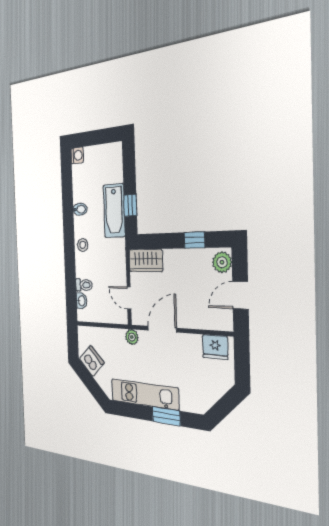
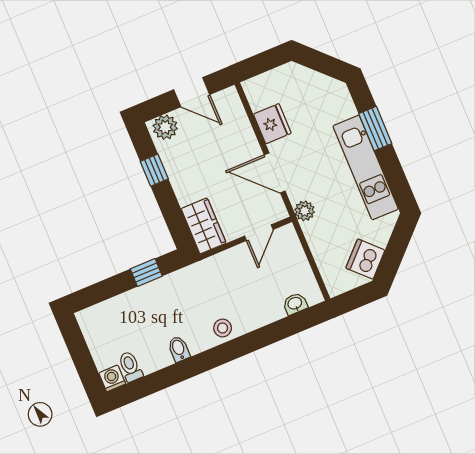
bathtub: (114, 211) -> (161, 294), removed
toilet: (84, 285) -> (130, 367), moved
fridge: (215, 347) -> (272, 124), moved

